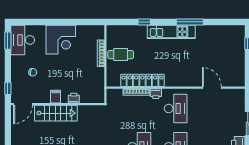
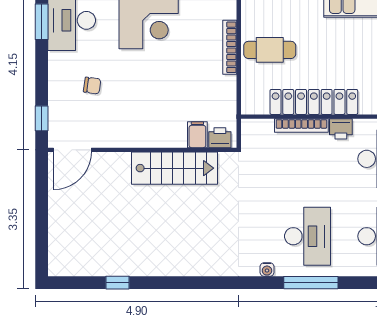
filing cabinet: (56, 97) -> (197, 135), moved
printer: (74, 98) -> (220, 138), moved
stairs: (56, 113) -> (174, 168), moved

